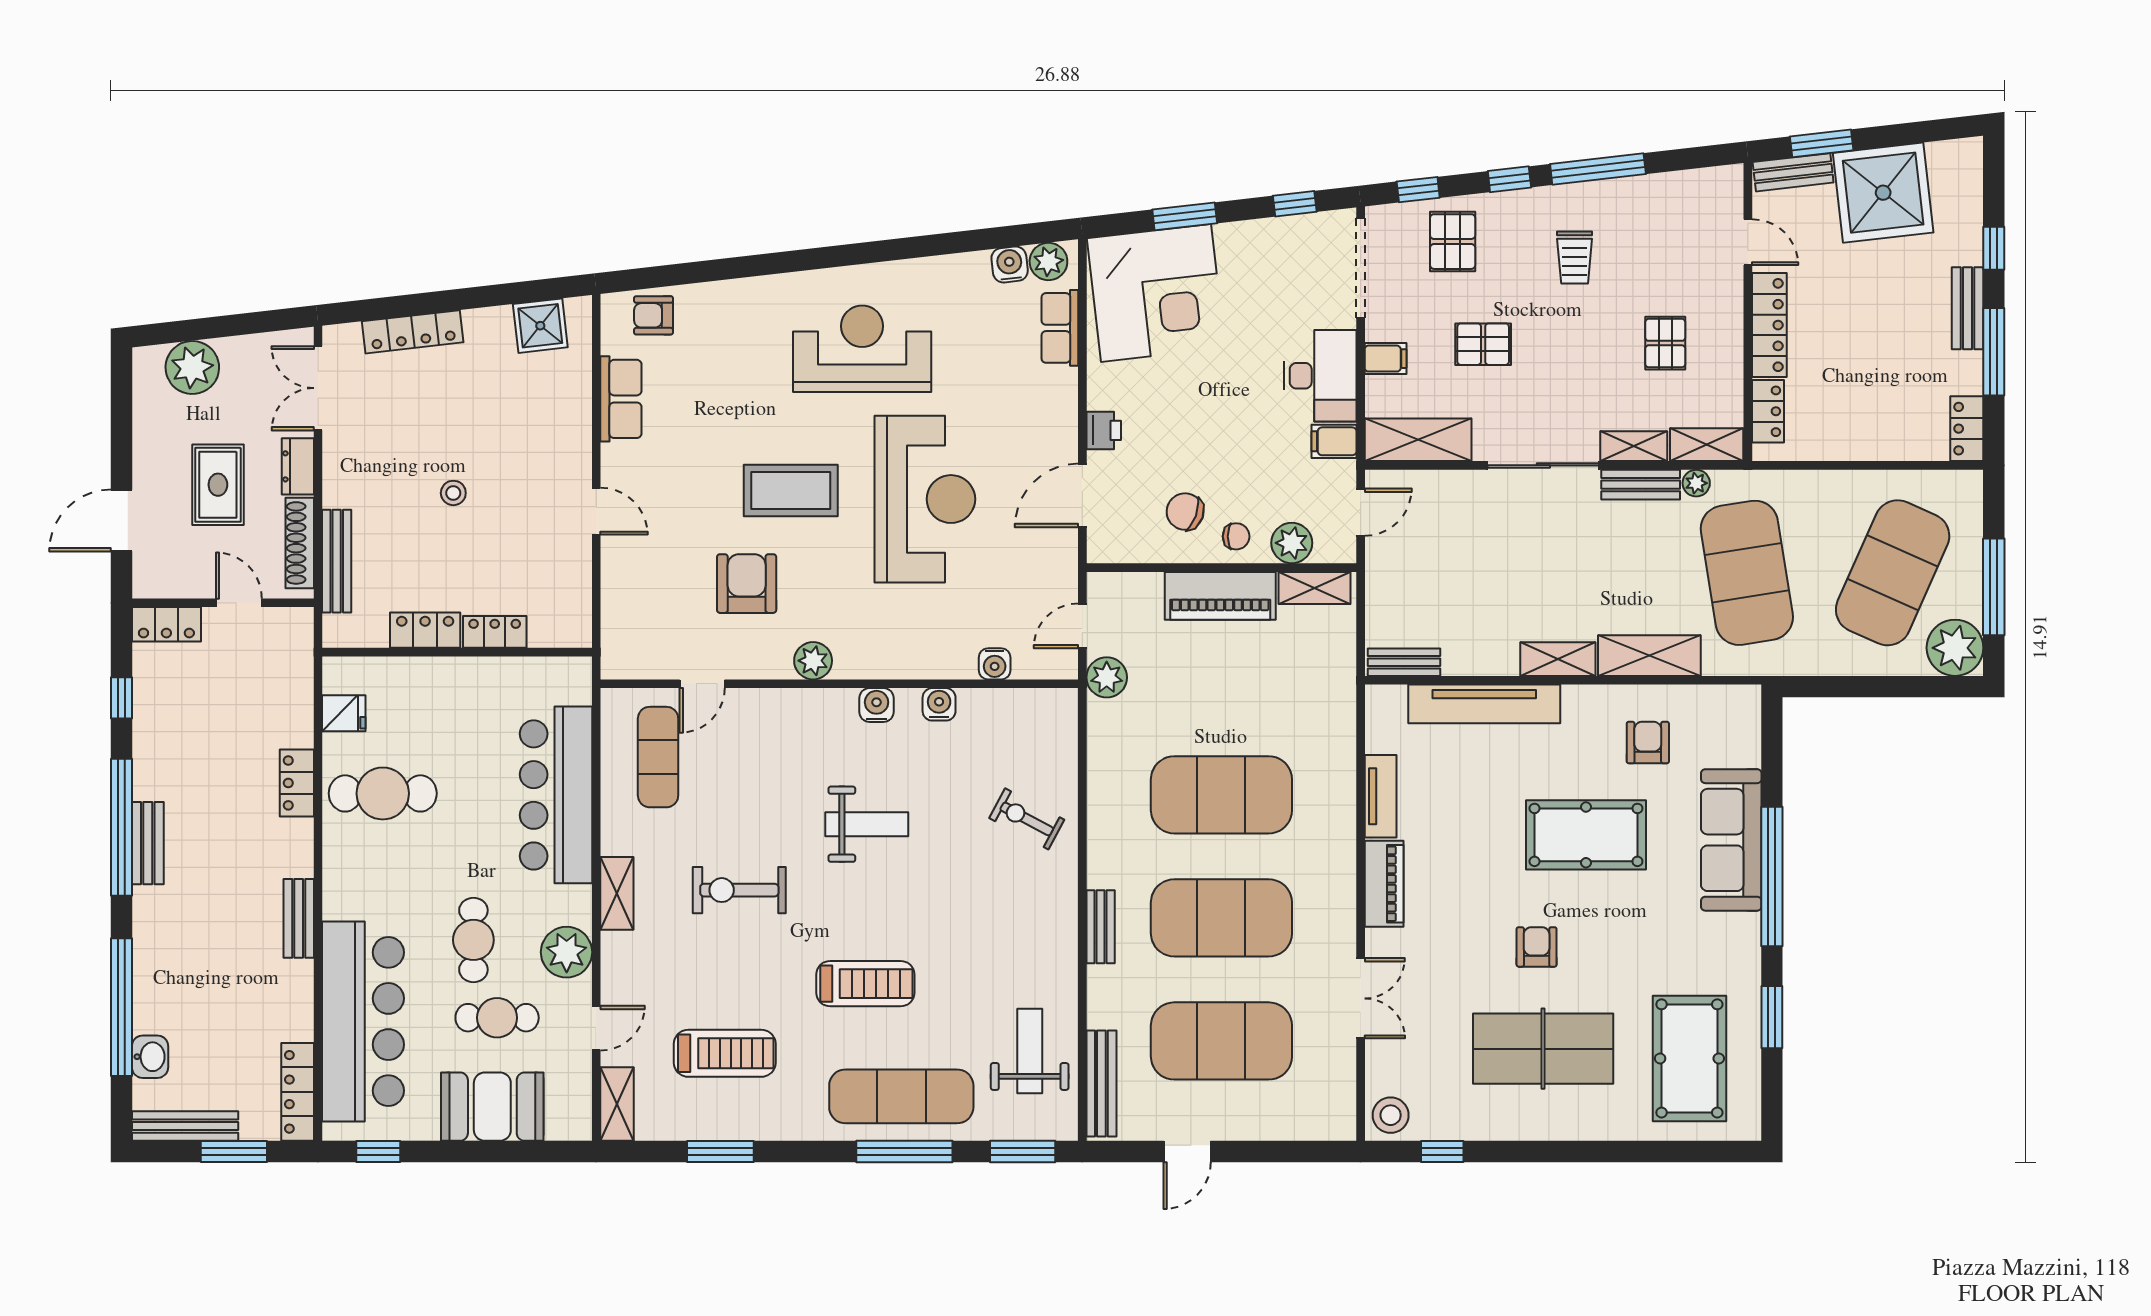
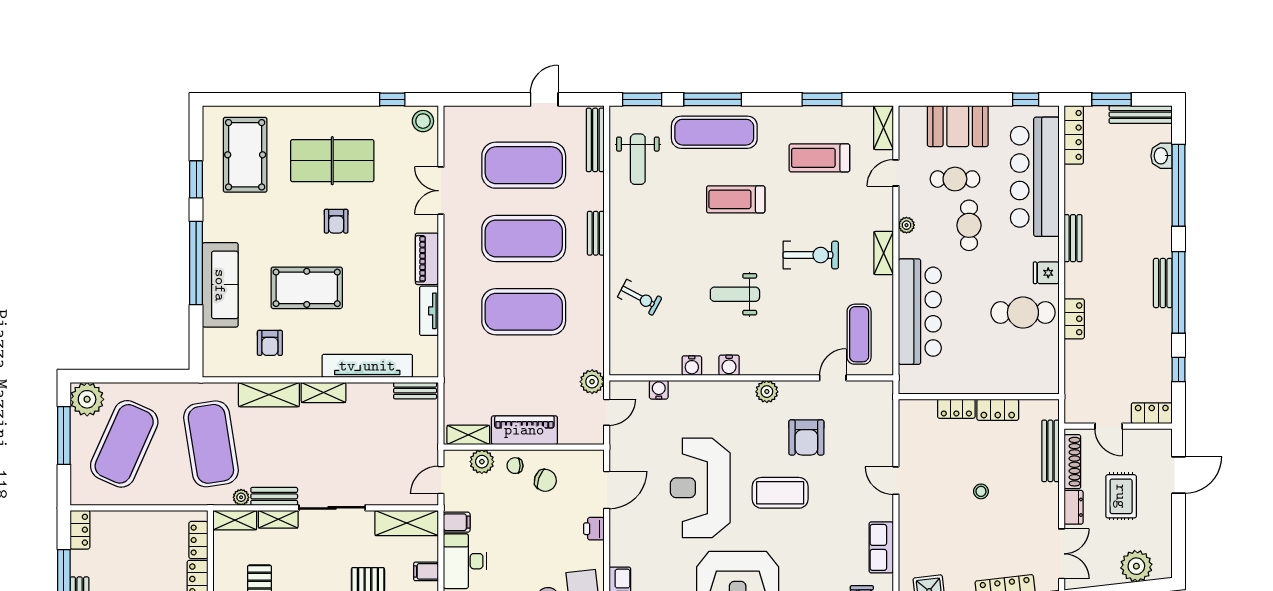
fridge: (344, 713) -> (1046, 273), moved
plant: (567, 952) -> (907, 225), width x0.53, depth x0.53

